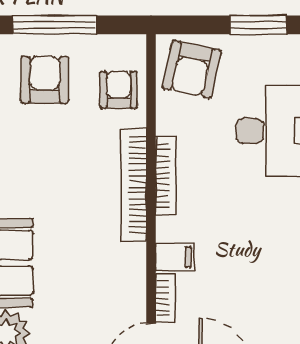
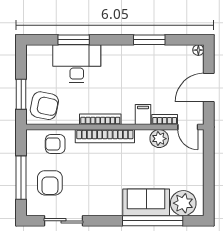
window: (259, 25) -> (21, 94), moved
armchair: (45, 80) -> (50, 183), turned -90
plant: (129, 288) -> (159, 139), added

